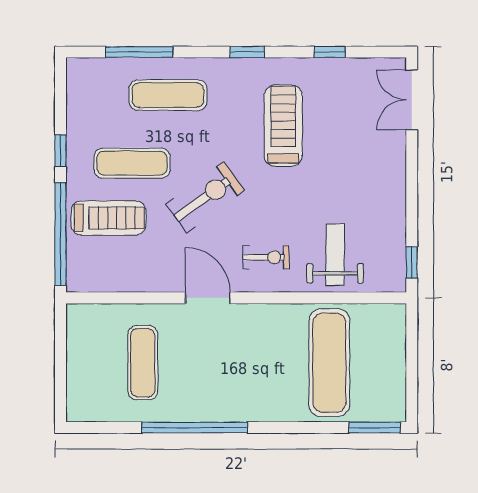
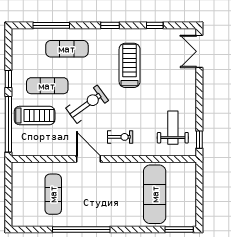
weight bench: (335, 255) -> (173, 128), moved

